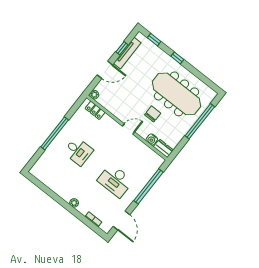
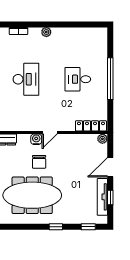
locker: (95, 110) -> (91, 126), width x1.53
water cooler: (152, 140) -> (36, 139), moved
desk: (115, 181) -> (26, 79), turned 90

